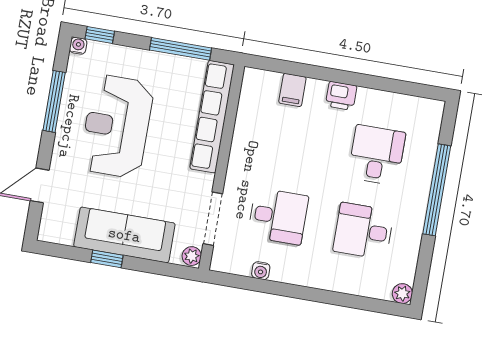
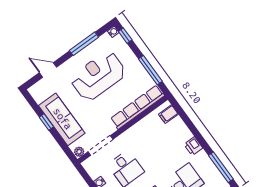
window: (407, 88) -> (221, 167), added
filing cabinet: (292, 90) -> (168, 114), moved

